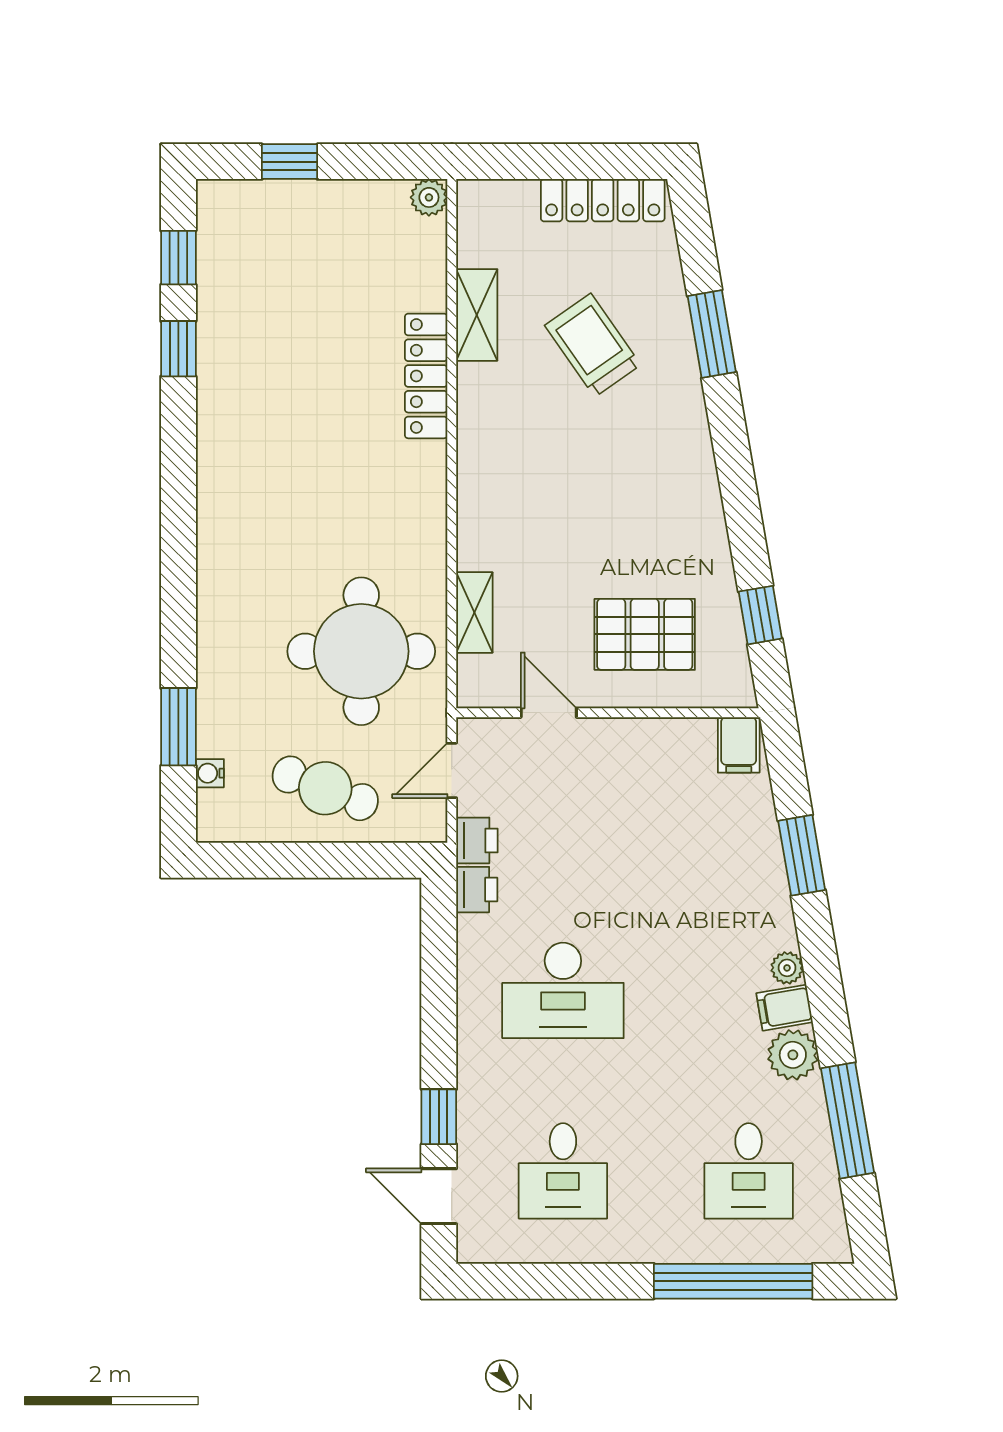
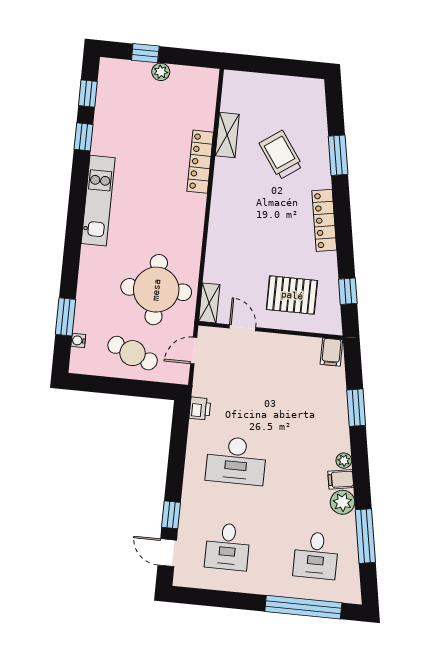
plant: (429, 197) -> (161, 72), moved
locker: (603, 200) -> (324, 220), moved, turned 80
kitchen unit: (222, 478) -> (98, 201), added
shelving: (474, 613) -> (209, 303), moved
printer: (477, 840) -> (202, 385), removed

